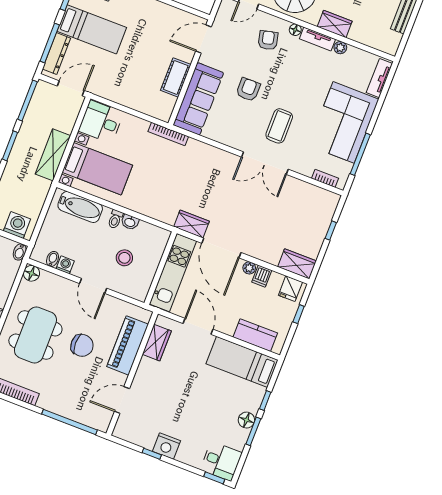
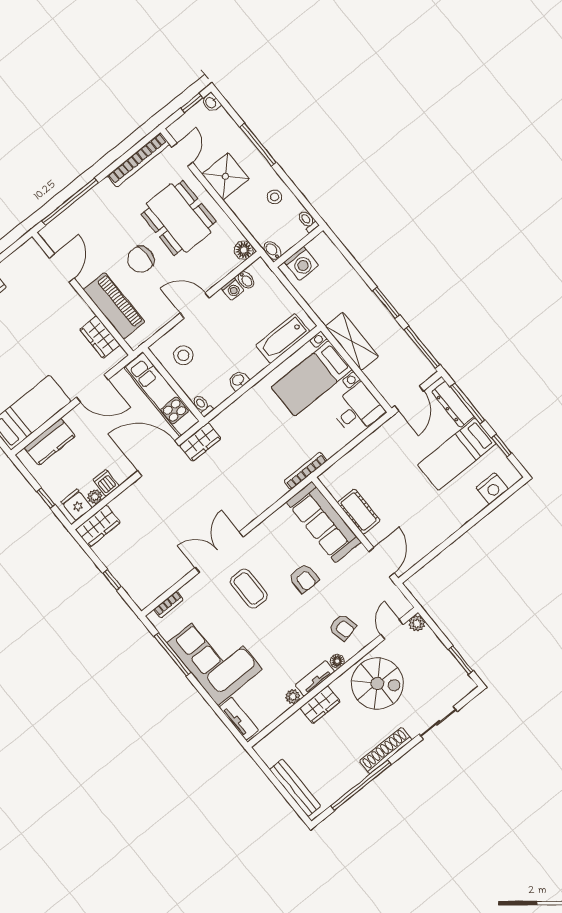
toilet: (115, 219) -> (202, 405), moved
stool: (124, 258) -> (183, 355), moved
plant: (249, 268) -> (95, 497), moved

